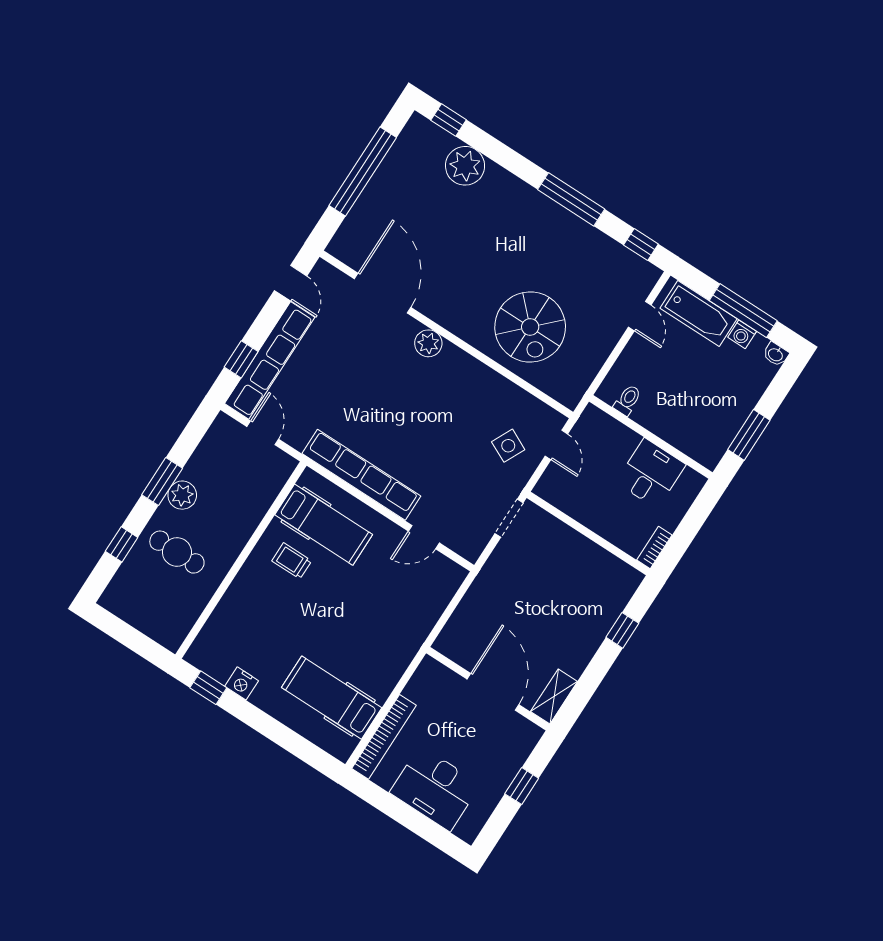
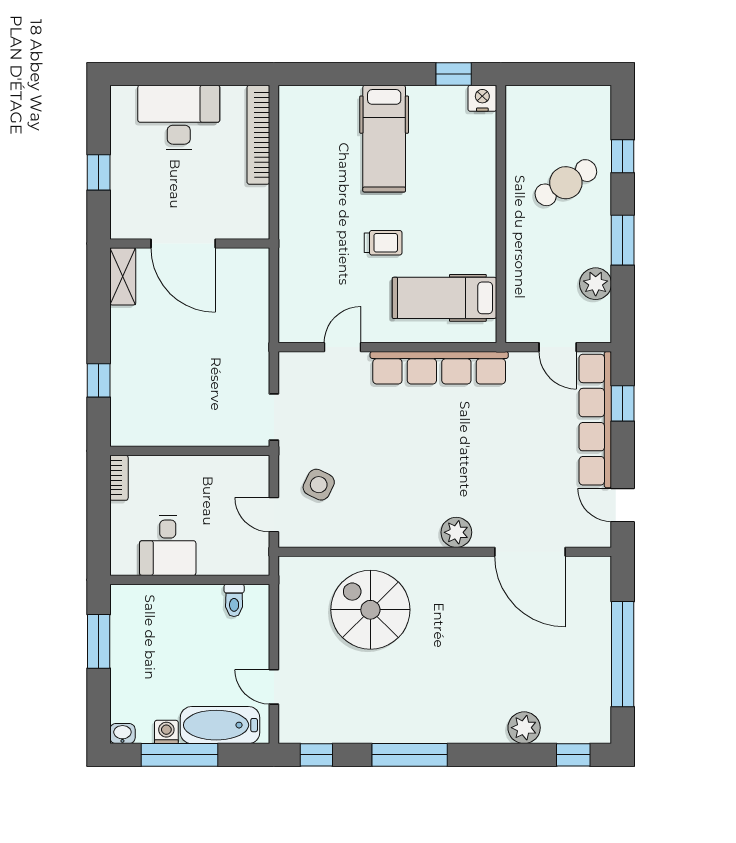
plant: (465, 166) -> (524, 728), width x0.73, depth x0.73
plant: (182, 495) -> (596, 284), moved
cafe table: (177, 552) -> (566, 183), turned -31
trolley: (292, 561) -> (383, 243), moved
nightstand: (242, 683) -> (482, 98), moved
hospital bed: (332, 698) -> (384, 139), moved, turned 90

